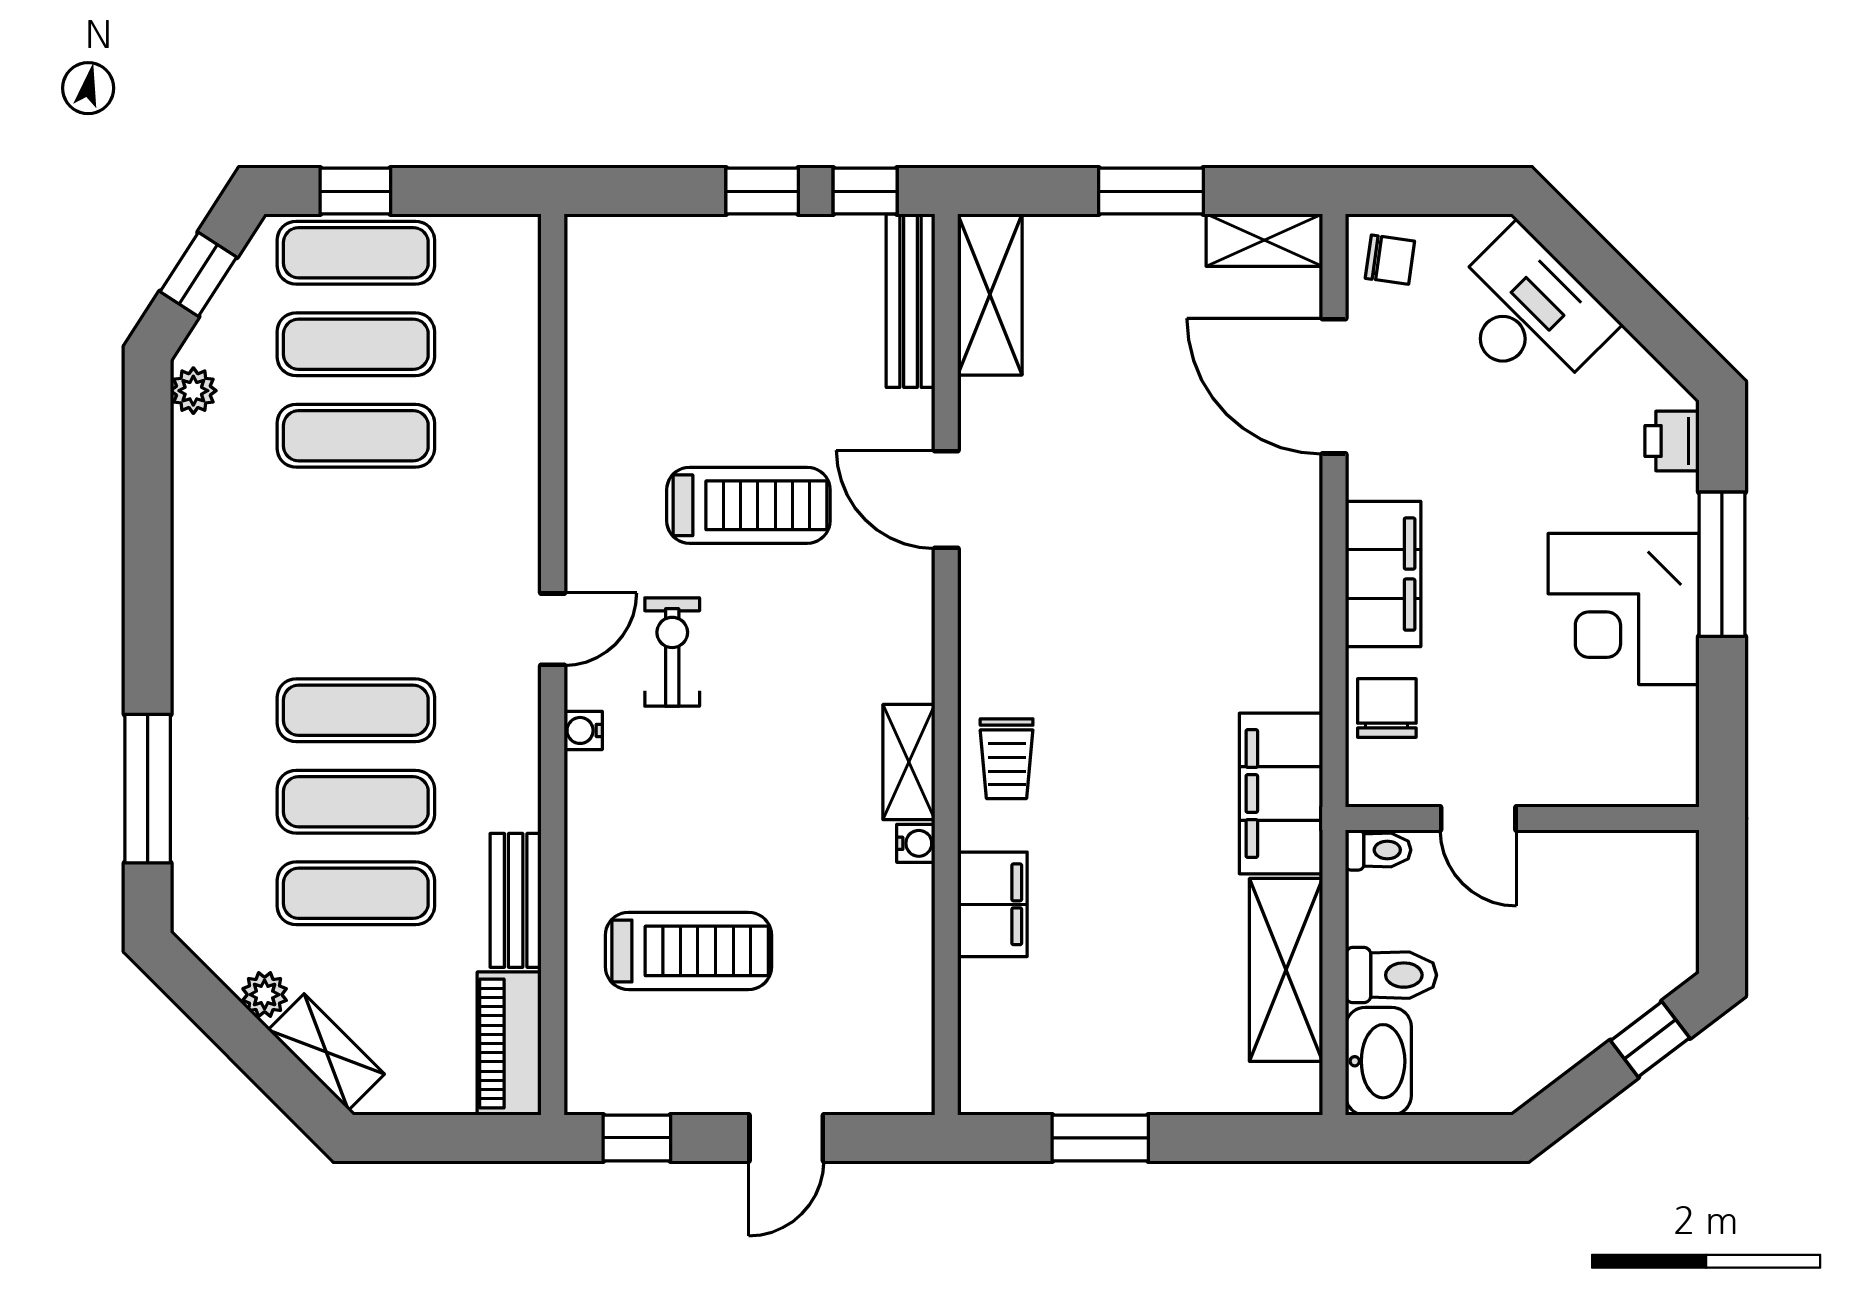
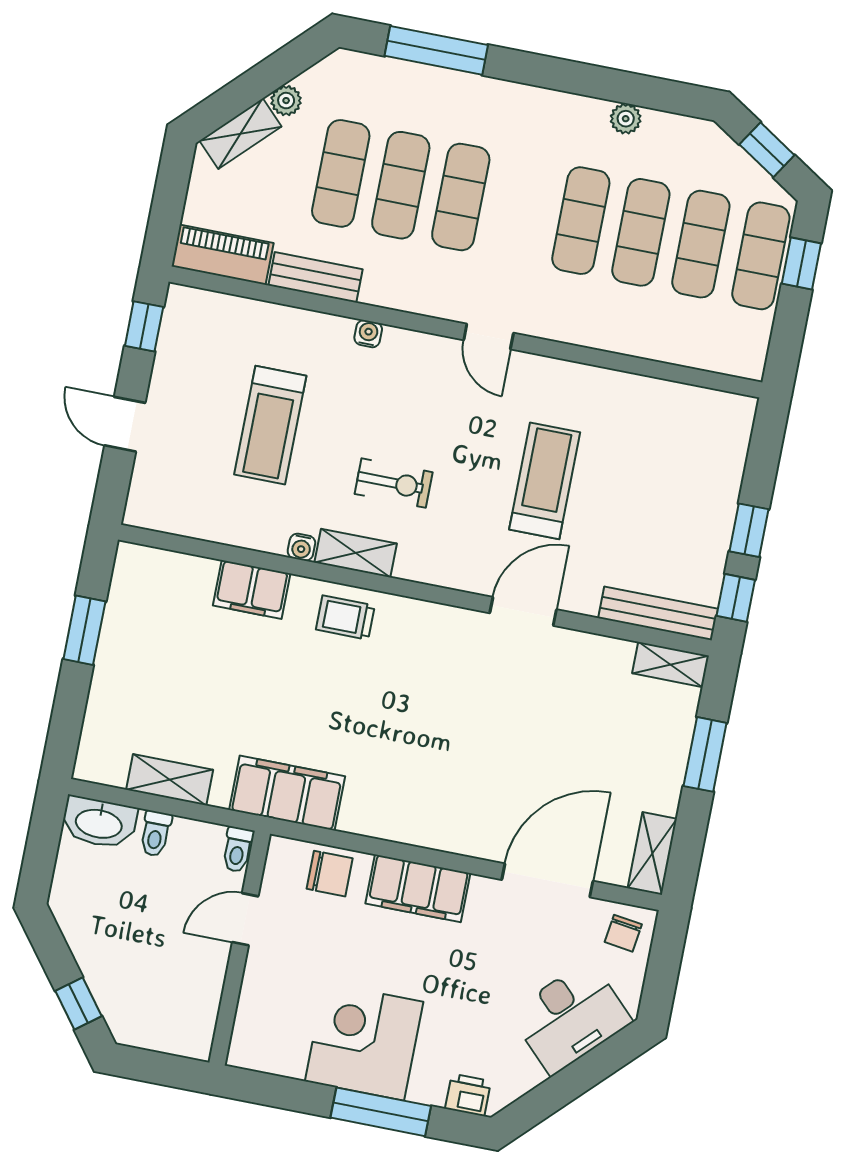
window: (1151, 191) -> (705, 754), moved
shelving: (990, 294) -> (671, 665), width x0.67, depth x0.75
plant: (193, 391) -> (626, 119), moved
treadmill: (748, 505) -> (545, 481), turned 180
exercise mat: (356, 527) -> (581, 221), added
exercise bike: (672, 652) -> (394, 483), moved
water cooler: (583, 730) -> (368, 334), moved
treadmill: (688, 951) -> (270, 425), moved
shelving: (1286, 970) -> (170, 780), width x0.67, depth x0.75
toilet: (1391, 975) -> (156, 834), width x0.73, depth x0.72

